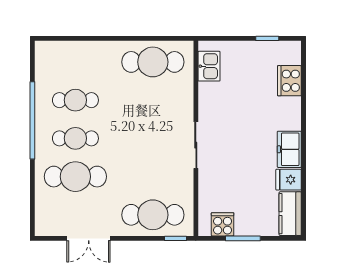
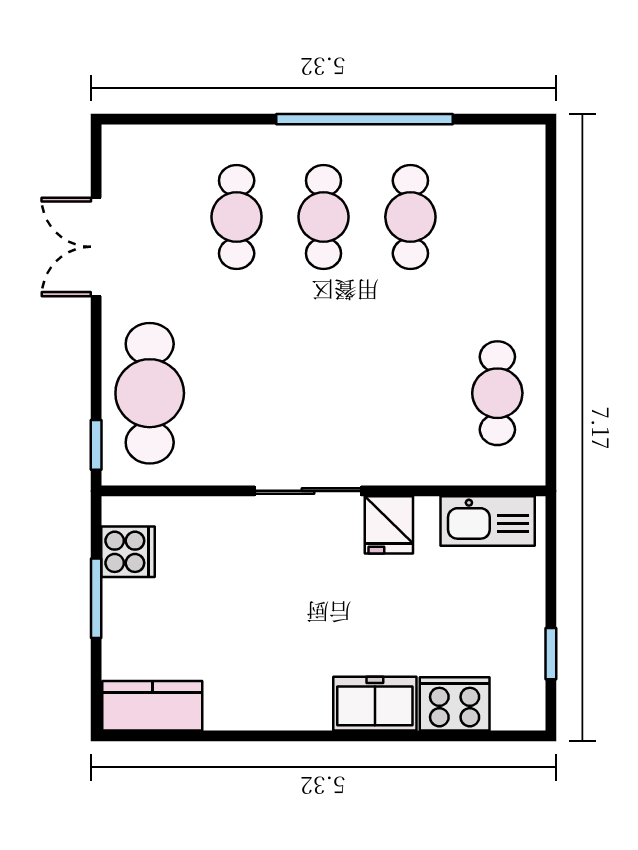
cafe table: (153, 62) -> (497, 393), width x0.73, depth x0.74
kitchen sink: (209, 66) -> (488, 521), width x1.38
freezer: (289, 149) -> (375, 704), moved
cafe table: (75, 177) -> (237, 217), width x0.73, depth x0.74
fridge: (289, 180) -> (389, 525), moved, turned 180

